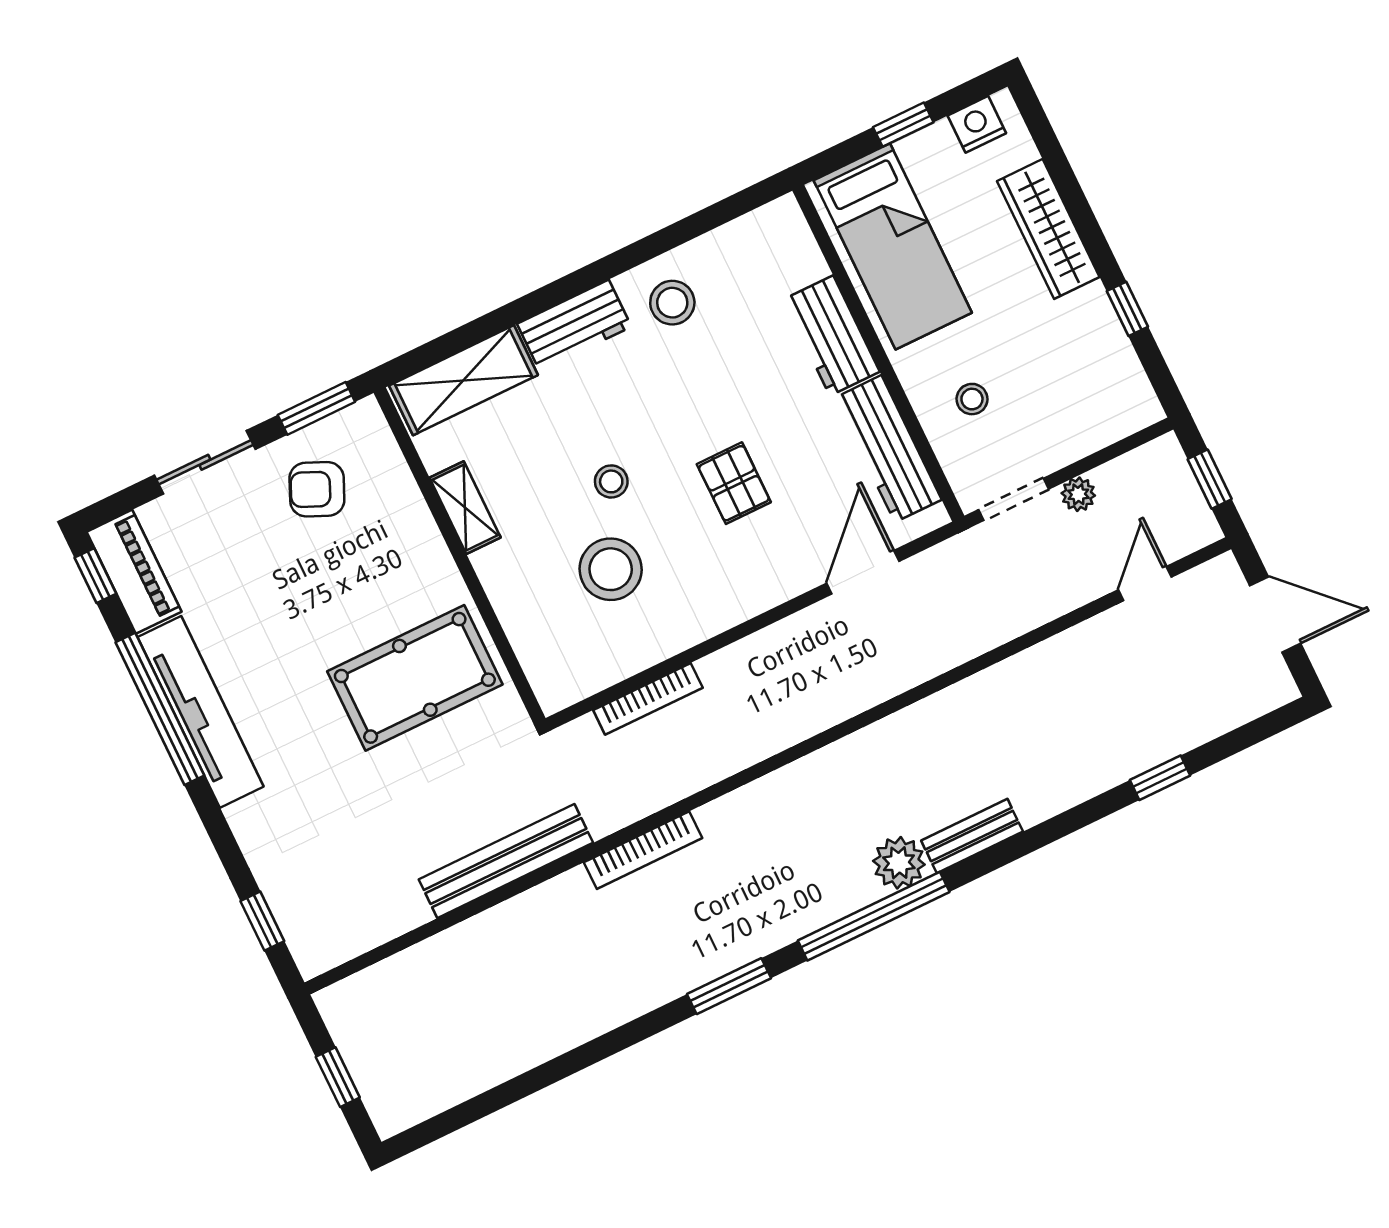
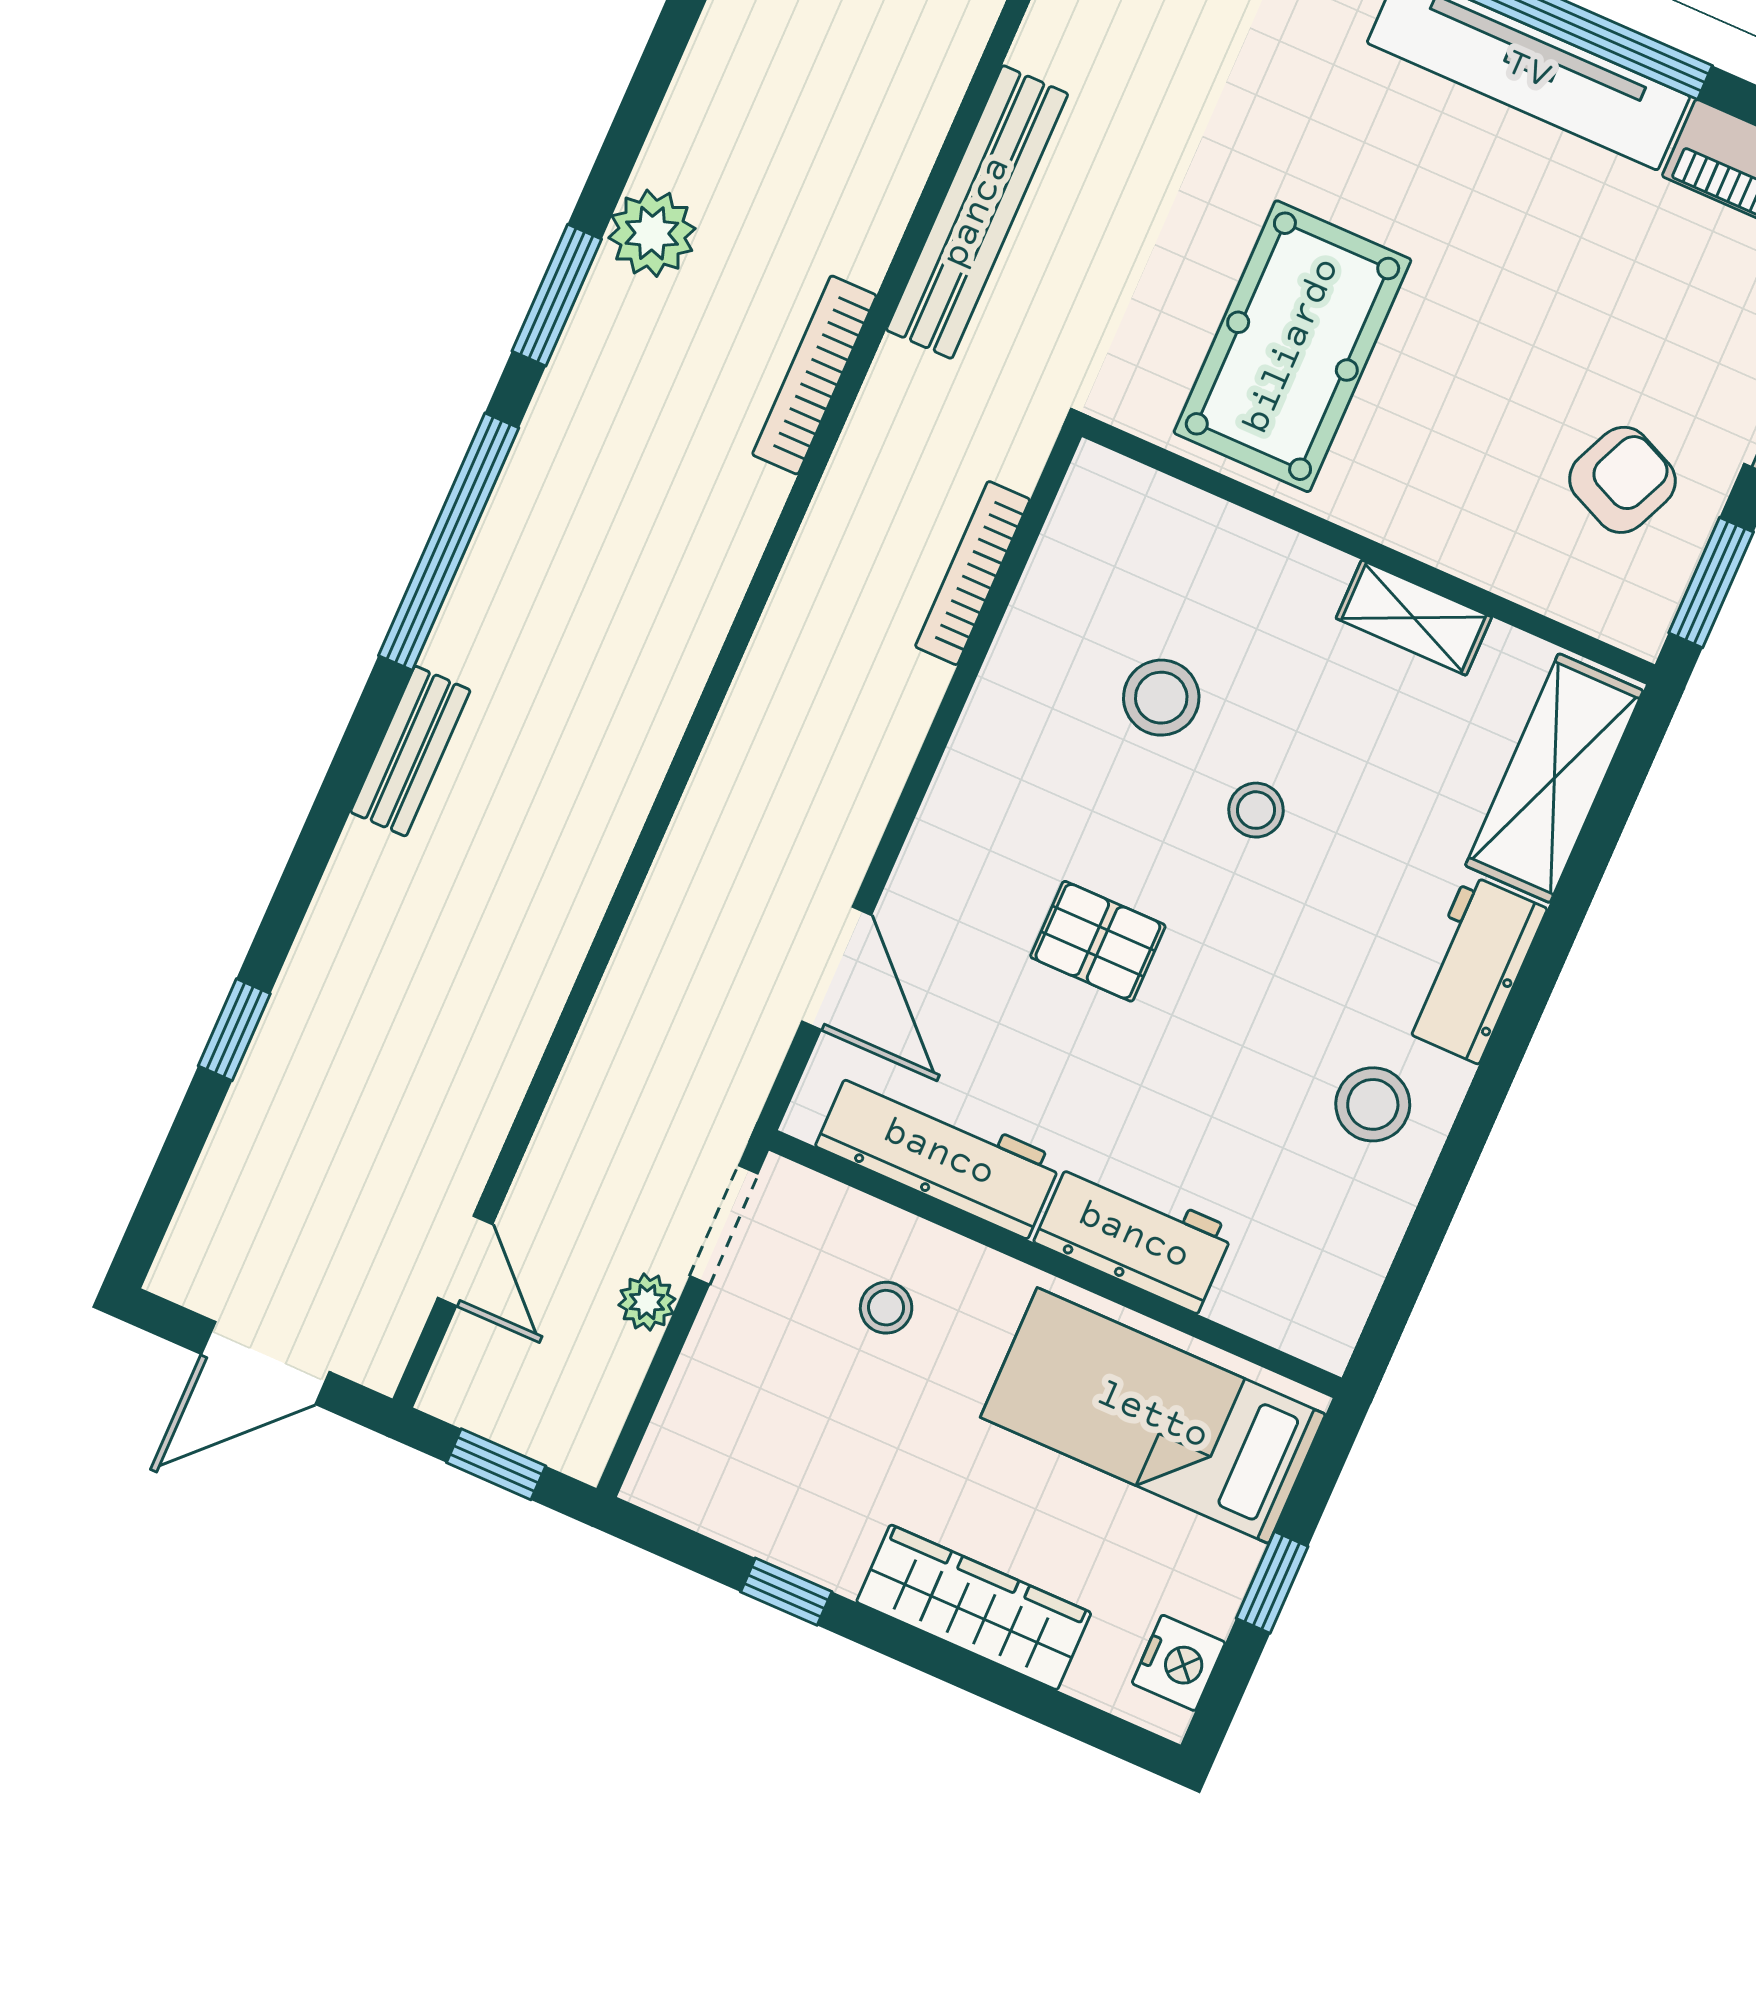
stool: (611, 569) -> (1161, 698), width x0.73, depth x0.73
plant: (899, 863) -> (652, 233), moved

